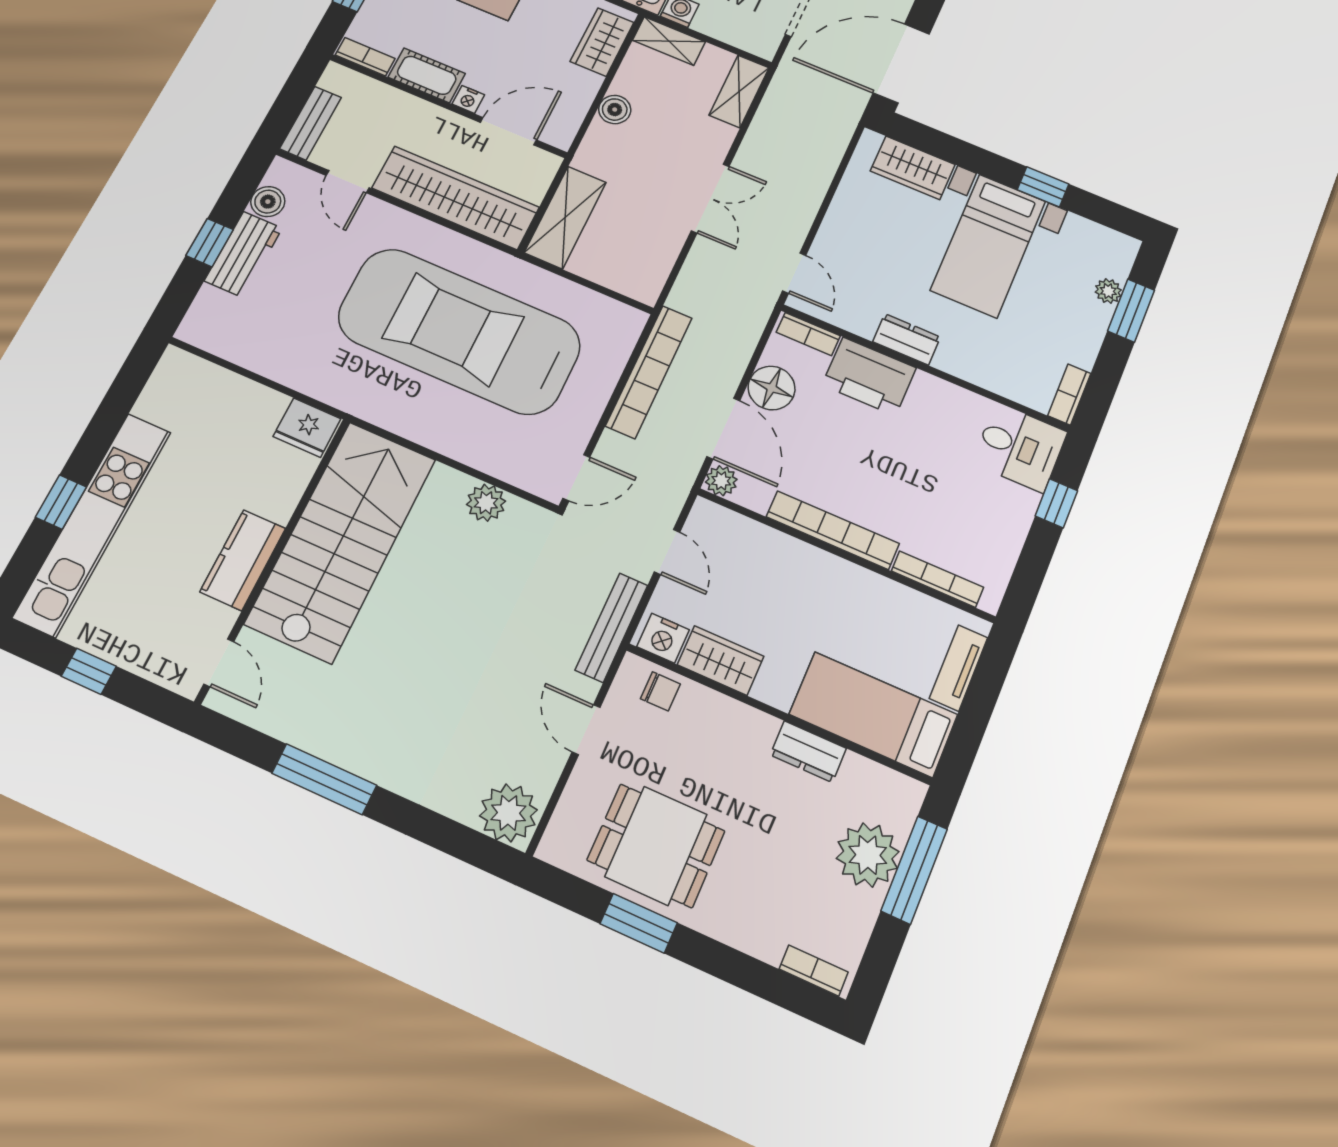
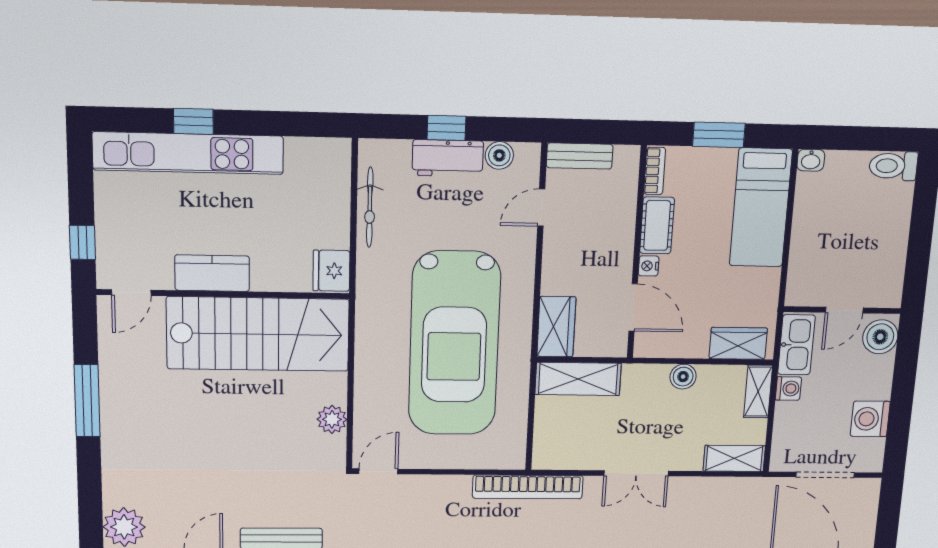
wardrobe: (456, 198) -> (556, 327), width x0.48, depth x0.85
car: (459, 331) -> (454, 344), turned 180
bicycle: (256, 356) -> (370, 207), added
bookcase: (649, 372) -> (528, 487), moved
door: (576, 478) -> (378, 471), swing flipped
window: (89, 671) -> (82, 242), moved

